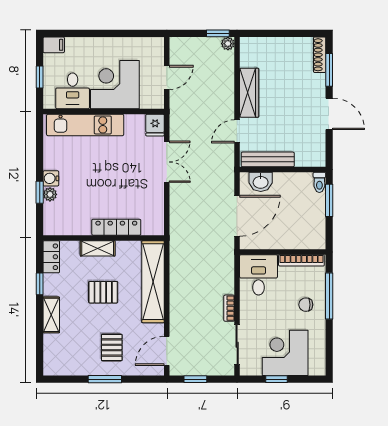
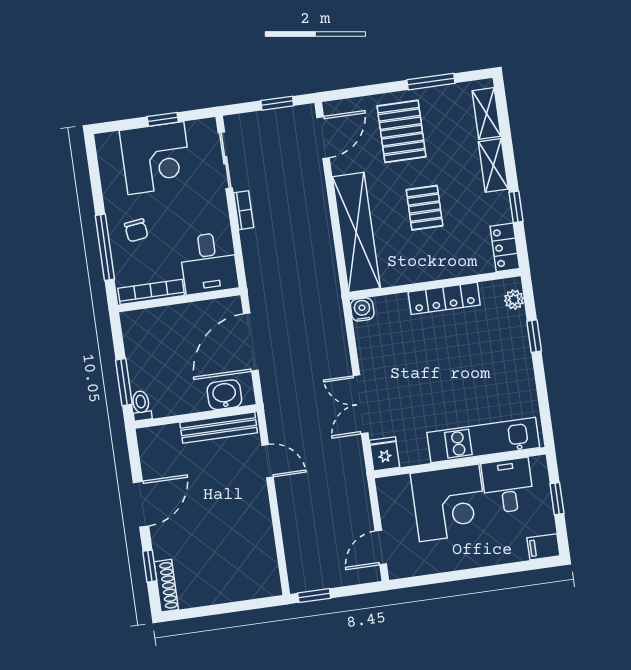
plant: (228, 44) -> (298, 583), removed
window: (329, 70) -> (150, 566), width x0.67
door: (167, 77) -> (381, 547), moved
wardrobe: (249, 93) -> (258, 518), removed
door: (329, 114) -> (141, 504), swing flipped
door: (237, 131) -> (268, 461), hinge flipped
water cooler: (51, 178) -> (362, 310), moved, turned -90
plant: (50, 194) -> (514, 300), moved
locker: (116, 227) -> (444, 298), moved
shelving: (98, 248) -> (487, 113), moved, turned 90
pallet: (103, 292) -> (425, 208), turned 90
chair: (306, 305) -> (136, 230), turned 83
pallet: (112, 347) -> (401, 131), width x1.50, depth x1.42
window: (105, 379) -> (431, 82), moved

